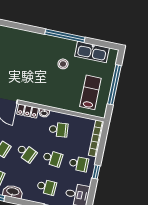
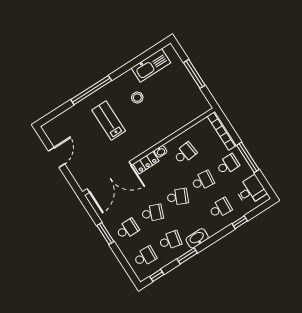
window: (65, 36) -> (91, 90), moved
window: (114, 85) -> (194, 74), width x0.68
lab bench: (90, 92) -> (109, 121), moved
window: (96, 172) -> (248, 157), width x2.17

